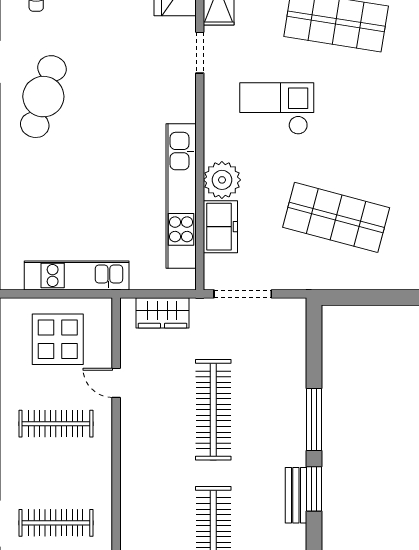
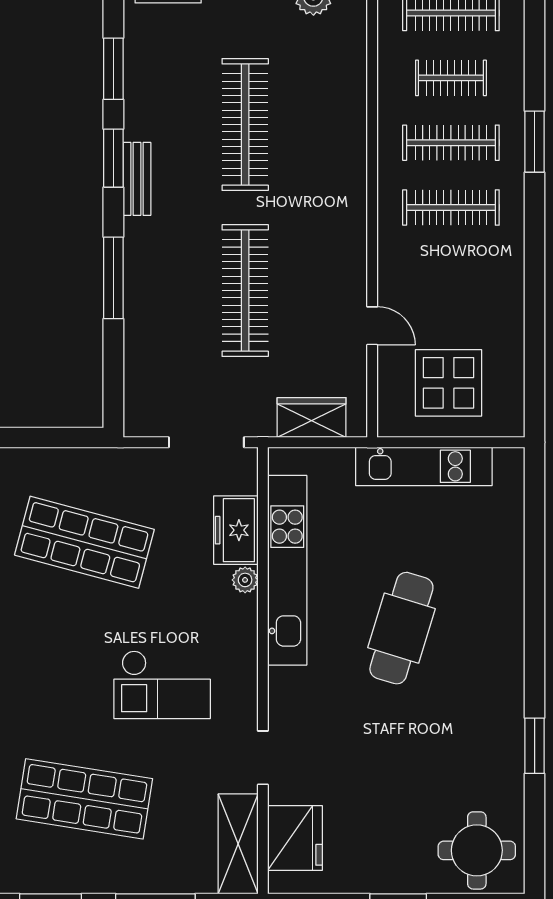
cafe table: (43, 97) -> (401, 628), moved
plant: (222, 180) -> (245, 580), width x0.53, depth x0.53
clothes rail: (56, 424) -> (451, 208), moved
window: (314, 489) -> (113, 158), moved

